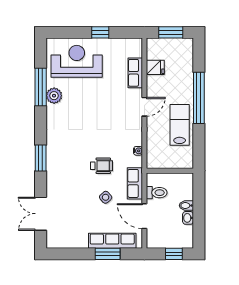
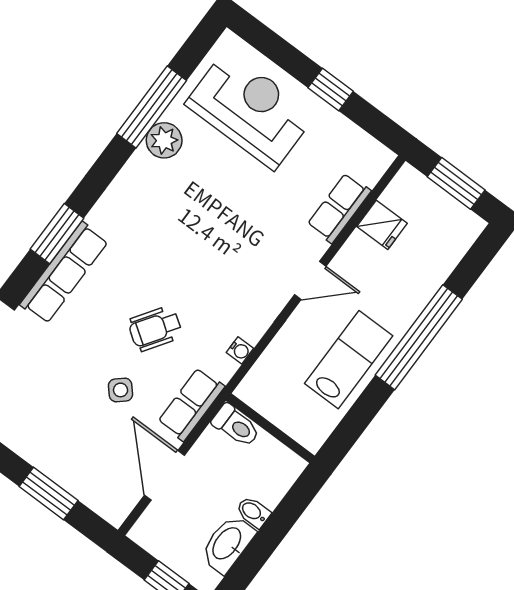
wheelchair: (101, 166) -> (155, 328), turned 124
toilet: (157, 193) -> (236, 426), moved
washbasin: (188, 218) -> (228, 544), width x1.91, depth x1.45
row of seats: (112, 241) -> (64, 273), moved, turned 90

